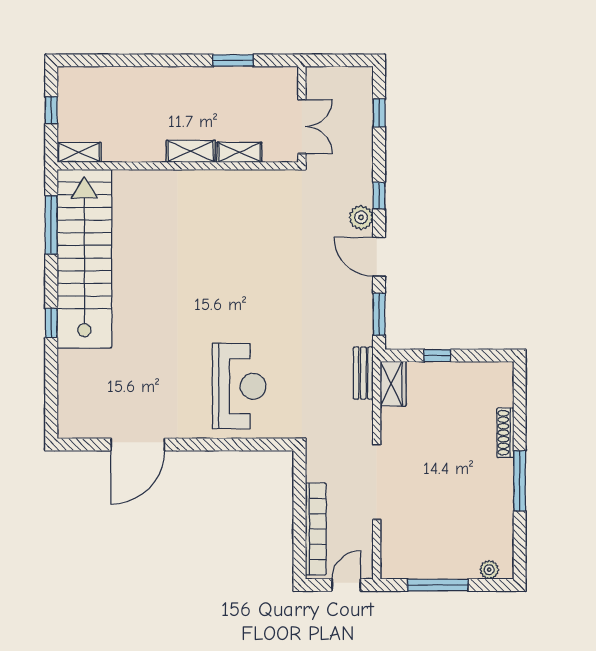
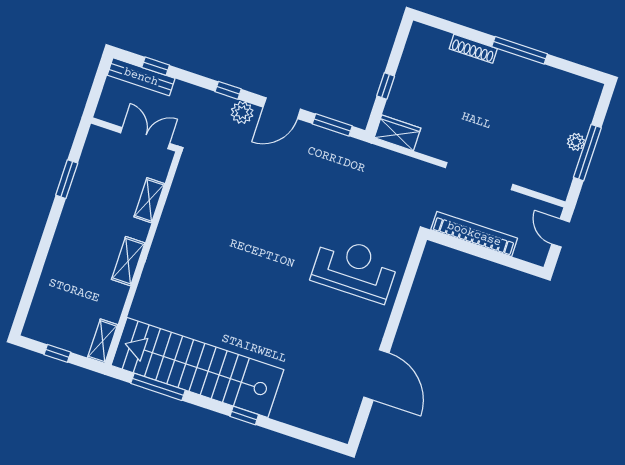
shelving: (191, 151) -> (128, 261), moved
bench: (363, 373) -> (141, 77), moved, width x1.36
bookcase: (316, 529) -> (474, 234), moved
plant: (489, 570) -> (576, 142), moved

